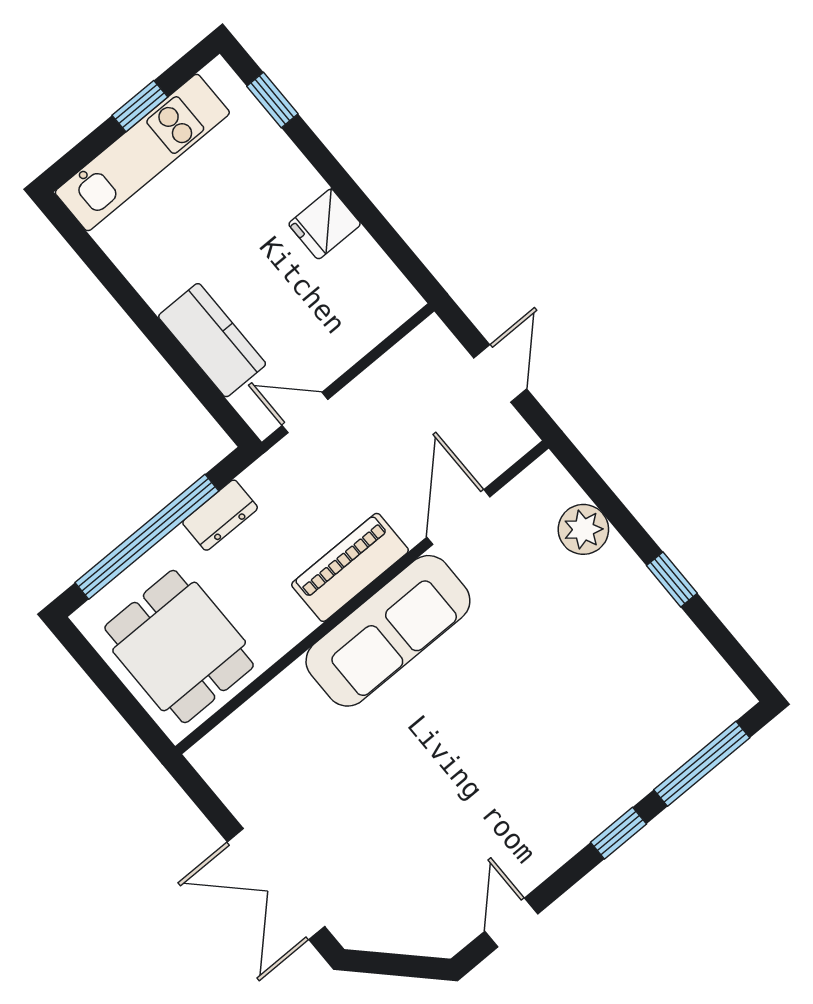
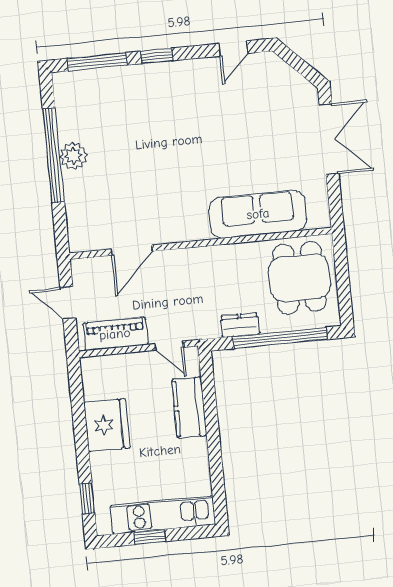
fridge: (325, 224) -> (107, 425), width x1.88, depth x1.34
door: (500, 373) -> (68, 303), hinge flipped
plant: (583, 529) -> (73, 156), moved
piano: (350, 567) -> (115, 334), moved, turned 180
window: (672, 579) -> (53, 155), width x3.17
sofa: (388, 631) -> (258, 214), moved

